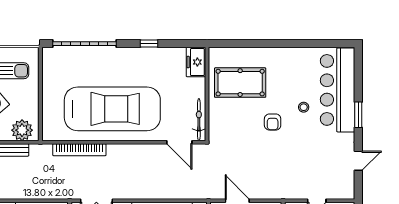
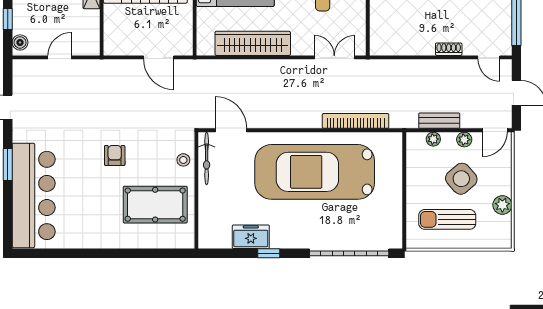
freezer: (196, 62) -> (251, 237), moved, turned -90
stool: (304, 107) -> (183, 160), moved
plant: (22, 130) -> (433, 139), width x0.53, depth x0.53

